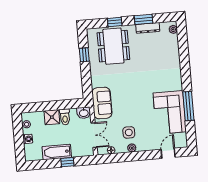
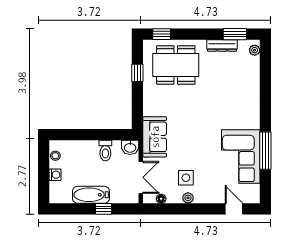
window: (143, 19) -> (235, 34), moved
window: (115, 22) -> (162, 34), moved
dining table: (113, 46) -> (176, 65), turned 90
shower: (52, 117) -> (89, 149), removed
door: (168, 153) -> (234, 209), hinge flipped

